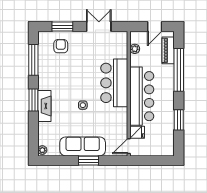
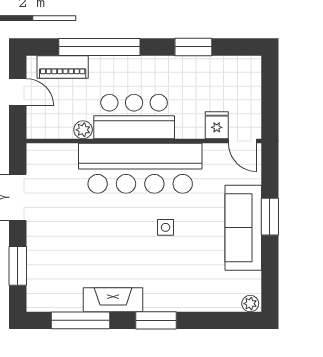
armchair: (61, 46) -> (55, 269), removed
plant: (135, 49) -> (83, 130), moved
bar counter: (114, 83) -> (140, 168), width x1.36
bar counter: (142, 96) -> (134, 117), width x0.73
fireplace: (44, 106) -> (113, 300), moved

